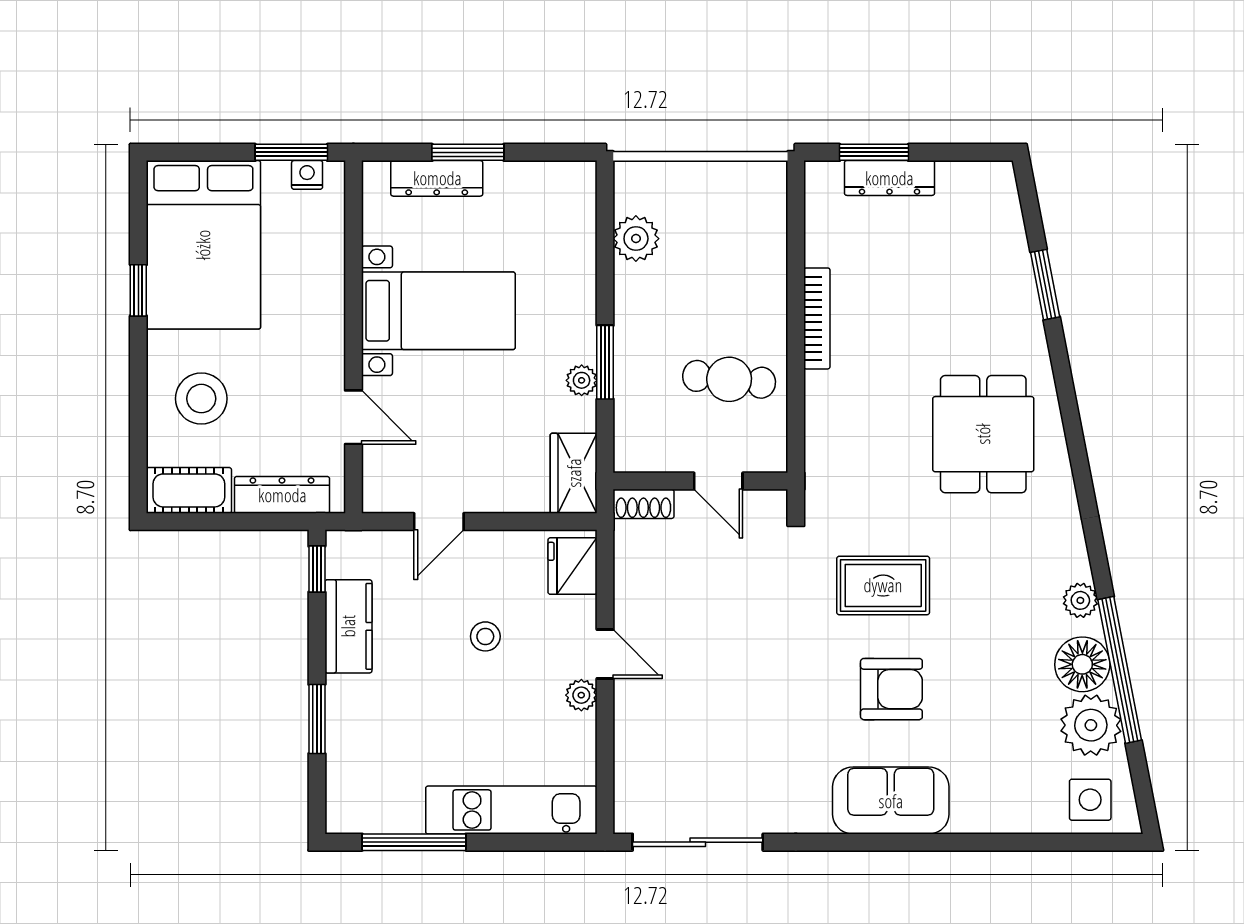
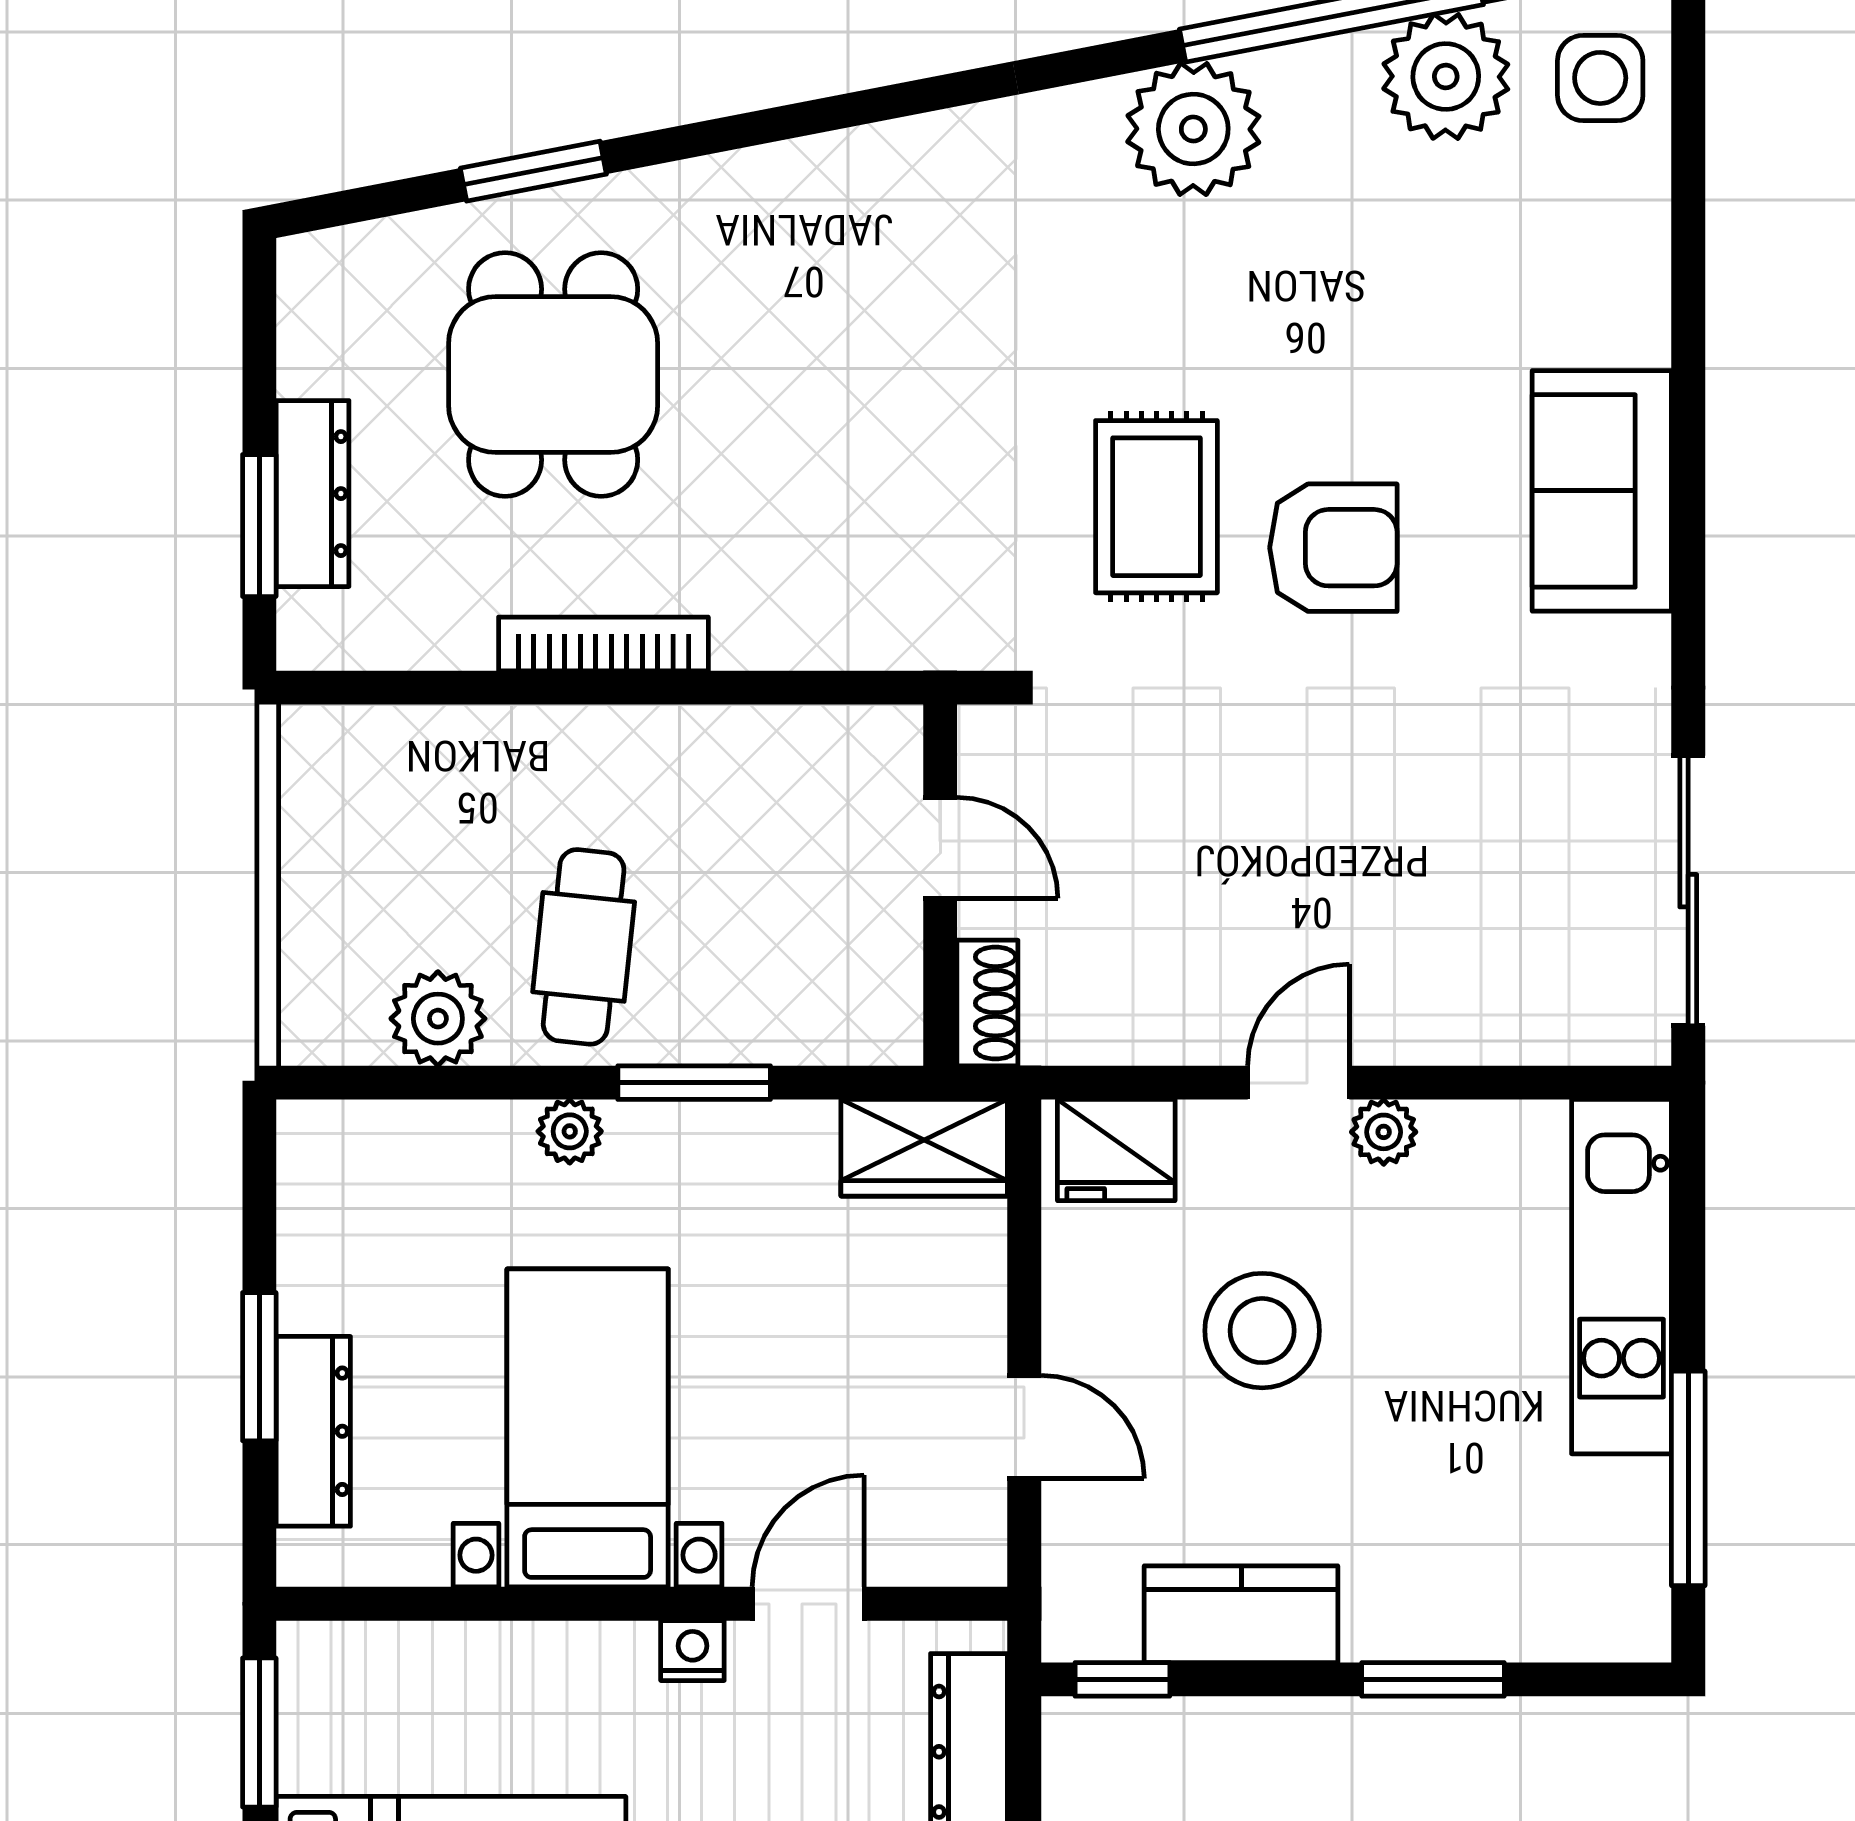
nightstand: (307, 175) -> (692, 1651), moved, turned 90
cafe table: (729, 379) -> (584, 947), moved
plant: (582, 380) -> (570, 1131), moved
dining table: (983, 434) -> (553, 375), moved, turned 90
door: (718, 481) -> (940, 848), hinge flipped
plant: (1080, 600) -> (1193, 129), width x1.88, depth x1.88
stool: (485, 636) -> (1262, 1331), width x1.89, depth x1.89
floor lamp: (1082, 664) -> (1320, 94), removed
armchair: (891, 689) -> (1333, 548), moved, turned 90

